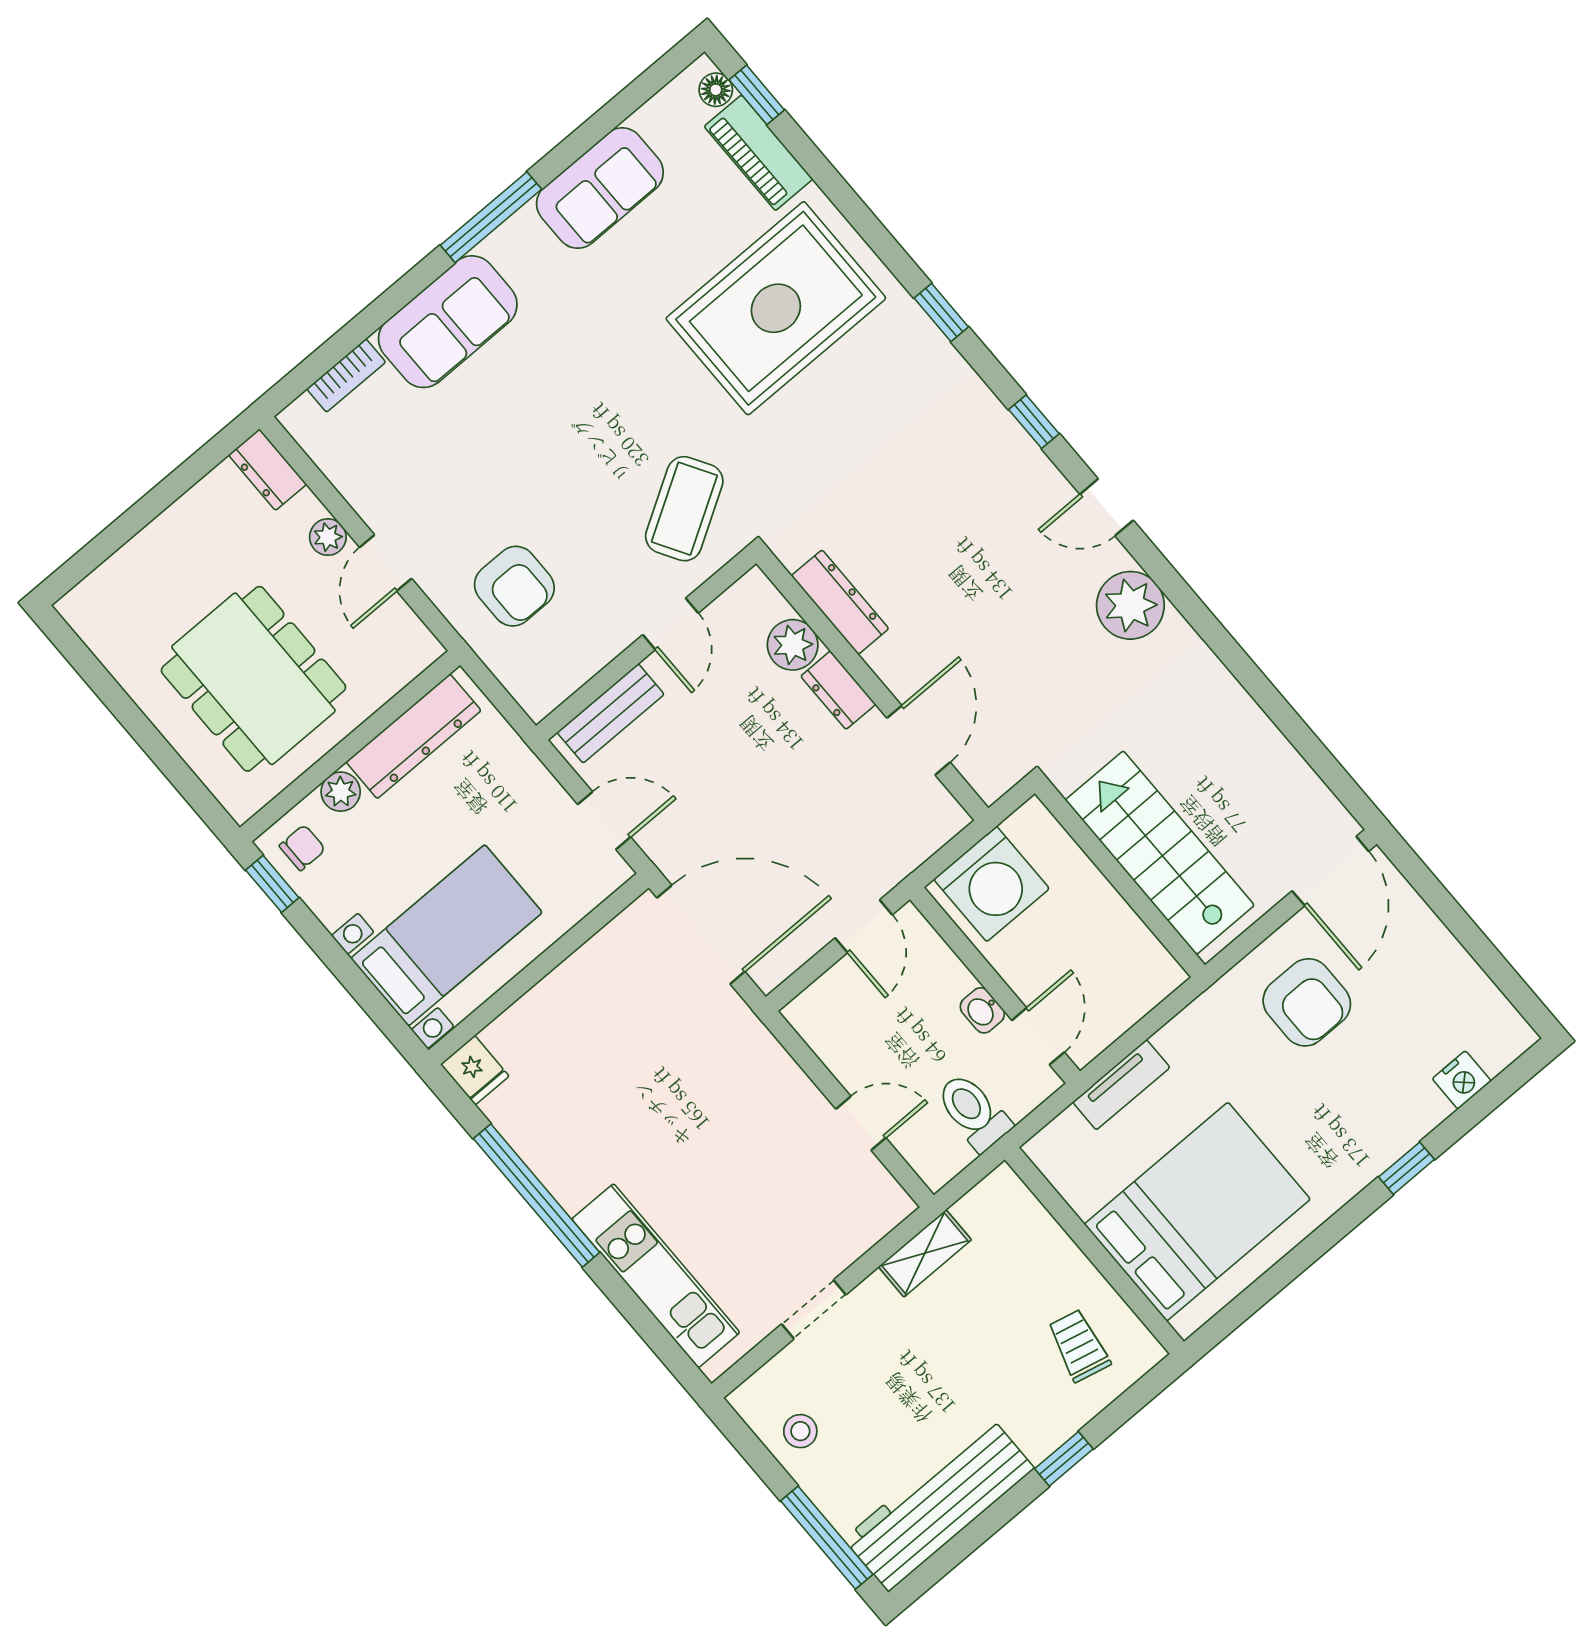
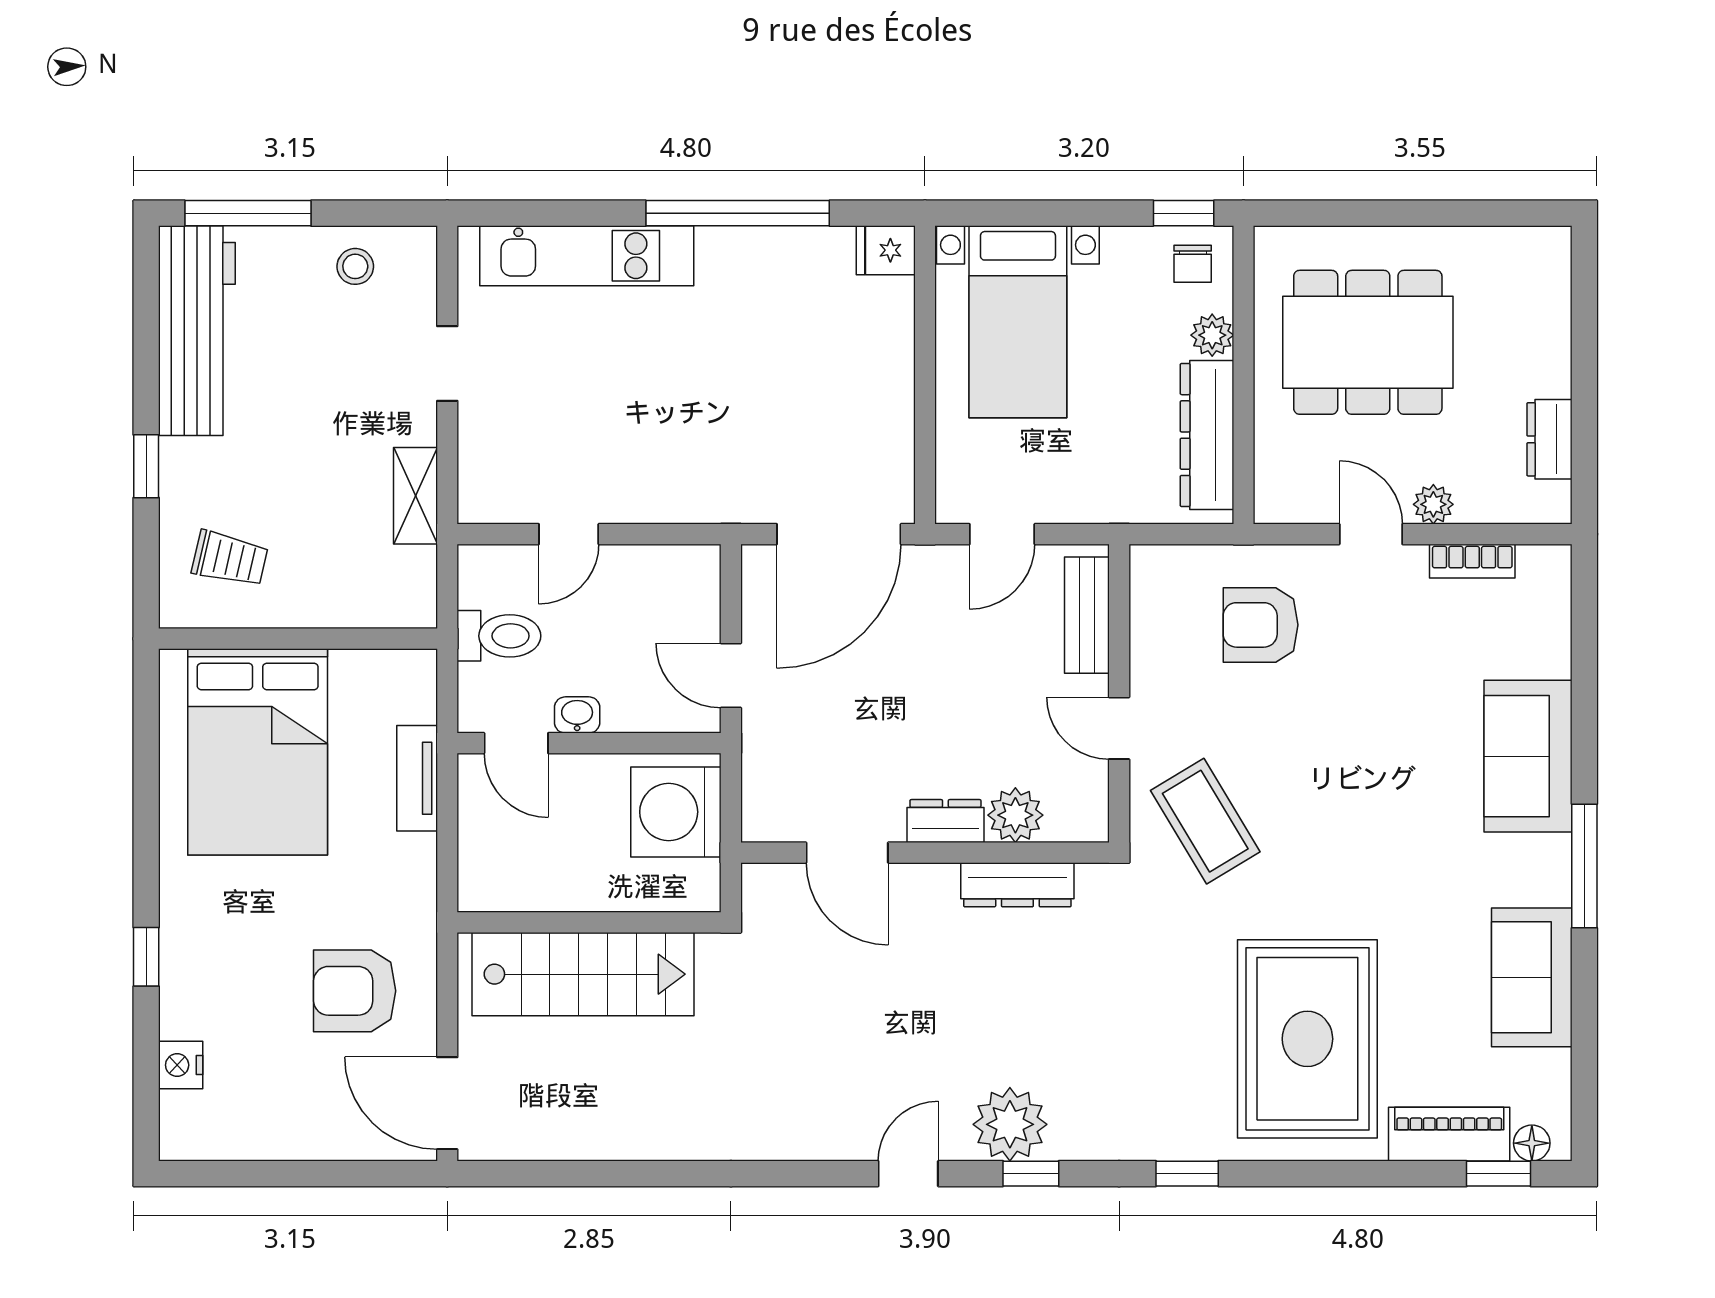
bookcase: (346, 375) -> (1472, 561), moved, turned -90
dresser: (268, 470) -> (1549, 439), moved, turned -90
plant: (1130, 605) -> (1010, 1124), moved

